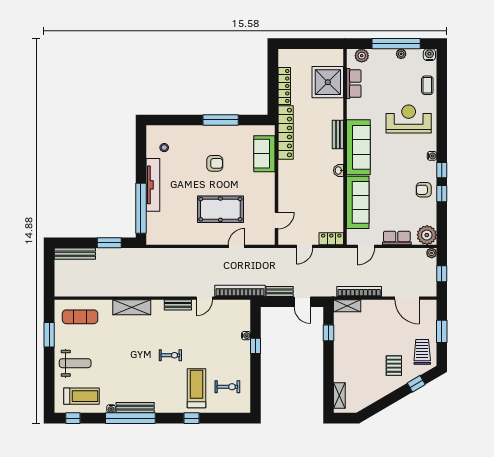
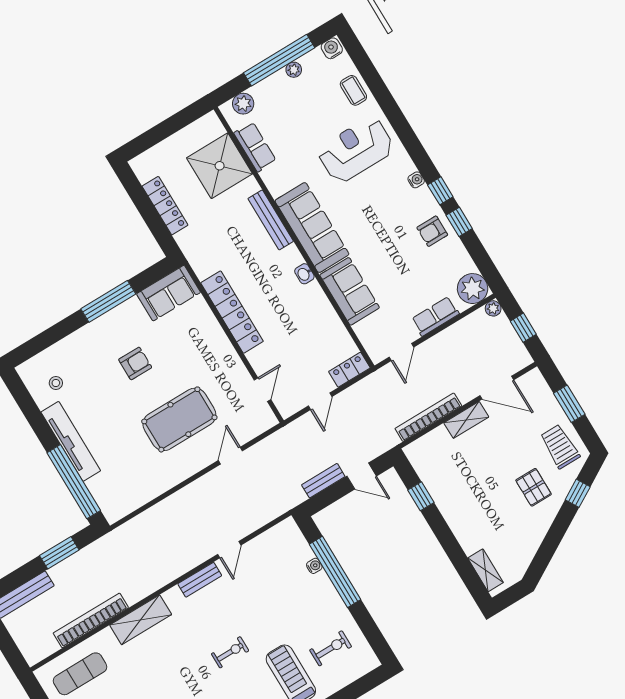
locker: (286, 132) -> (232, 312), moved
bench: (338, 135) -> (271, 220), width x1.36
sofa: (264, 154) -> (169, 293), moved, turned -90
sofa: (358, 202) -> (350, 291), width x0.73
bookcase: (240, 291) -> (91, 620), moved
shelving: (347, 306) -> (466, 420), moved
window: (256, 346) -> (335, 572), width x3.17

